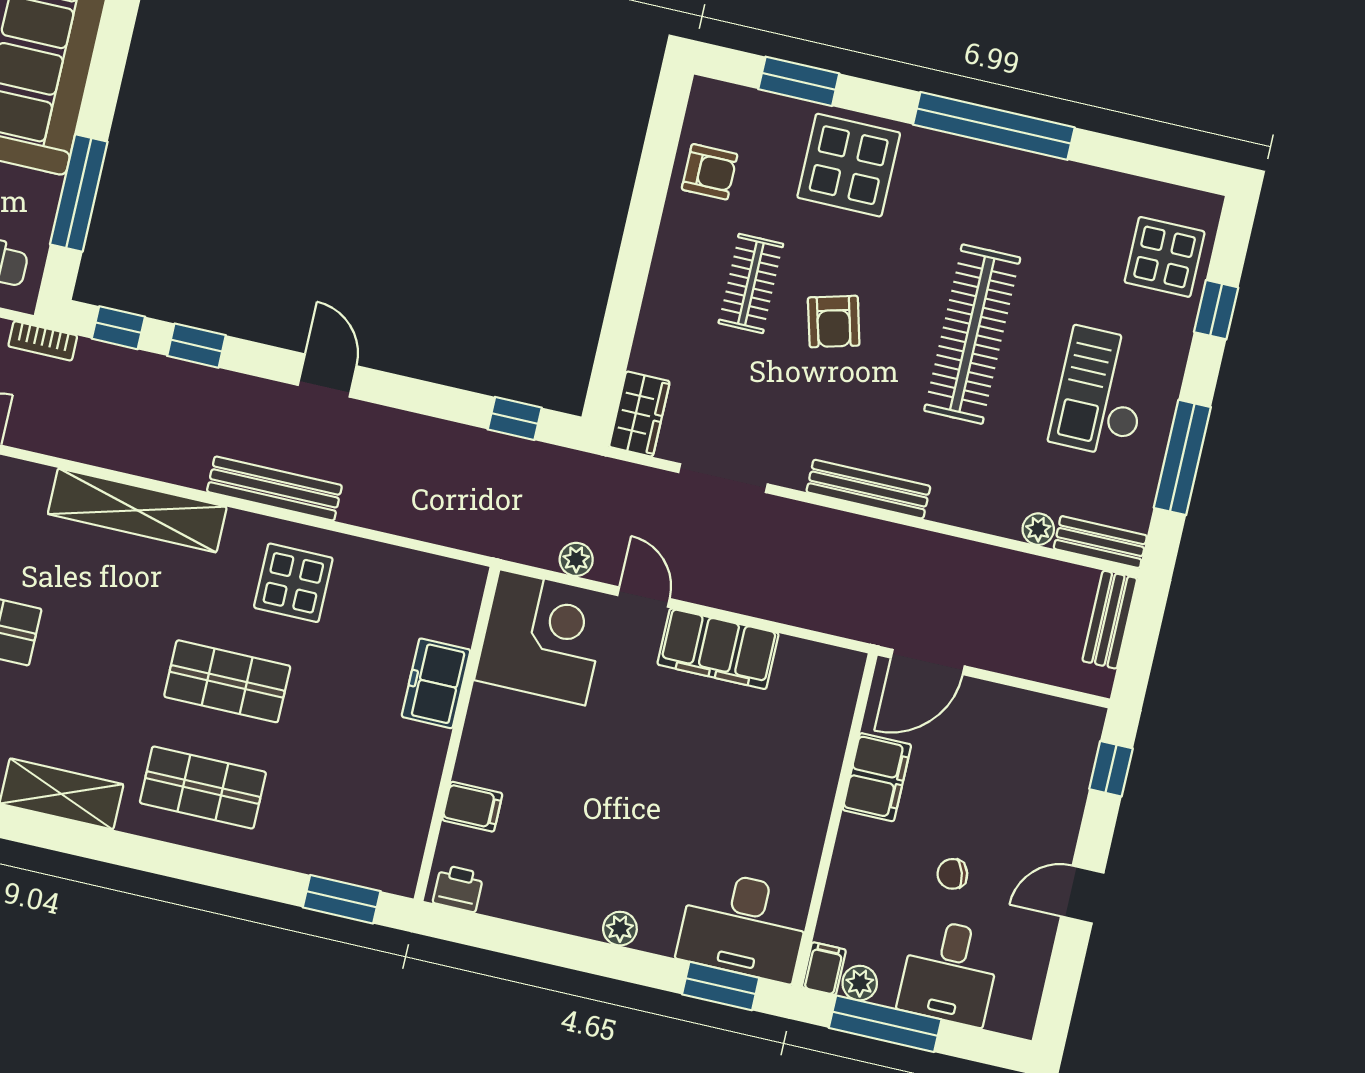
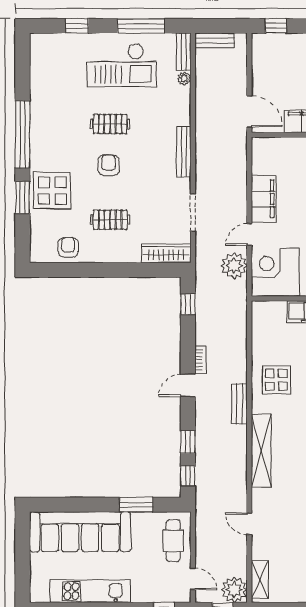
window: (799, 81) -> (22, 198), moved
window: (79, 193) -> (136, 505), width x0.69
display table: (1165, 257) -> (60, 52), removed
armchair: (834, 321) -> (109, 165), moved, turned -75
clothes rail: (972, 334) -> (110, 124), width x0.54, depth x0.76
bookcase: (43, 341) -> (201, 360), moved
checkout: (1102, 392) -> (122, 65), width x1.36, depth x1.21
wardrobe: (639, 414) -> (166, 253), width x1.50
bench: (274, 488) -> (239, 404), width x0.73
plant: (576, 559) -> (234, 266), width x1.88, depth x1.88

